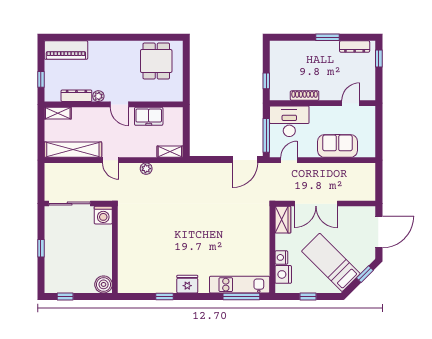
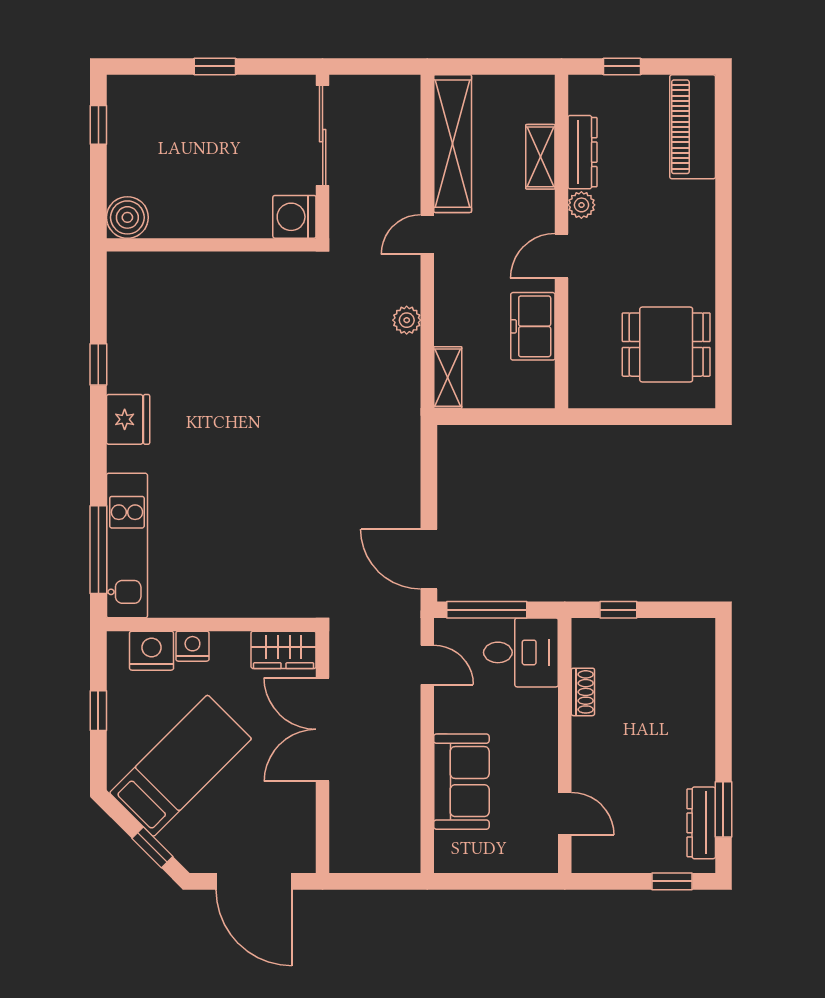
window: (327, 37) -> (723, 809), moved
shoe rack: (305, 96) -> (583, 692), width x0.70
shelving: (58, 113) -> (540, 157), moved
desk: (289, 121) -> (521, 652), width x0.73

